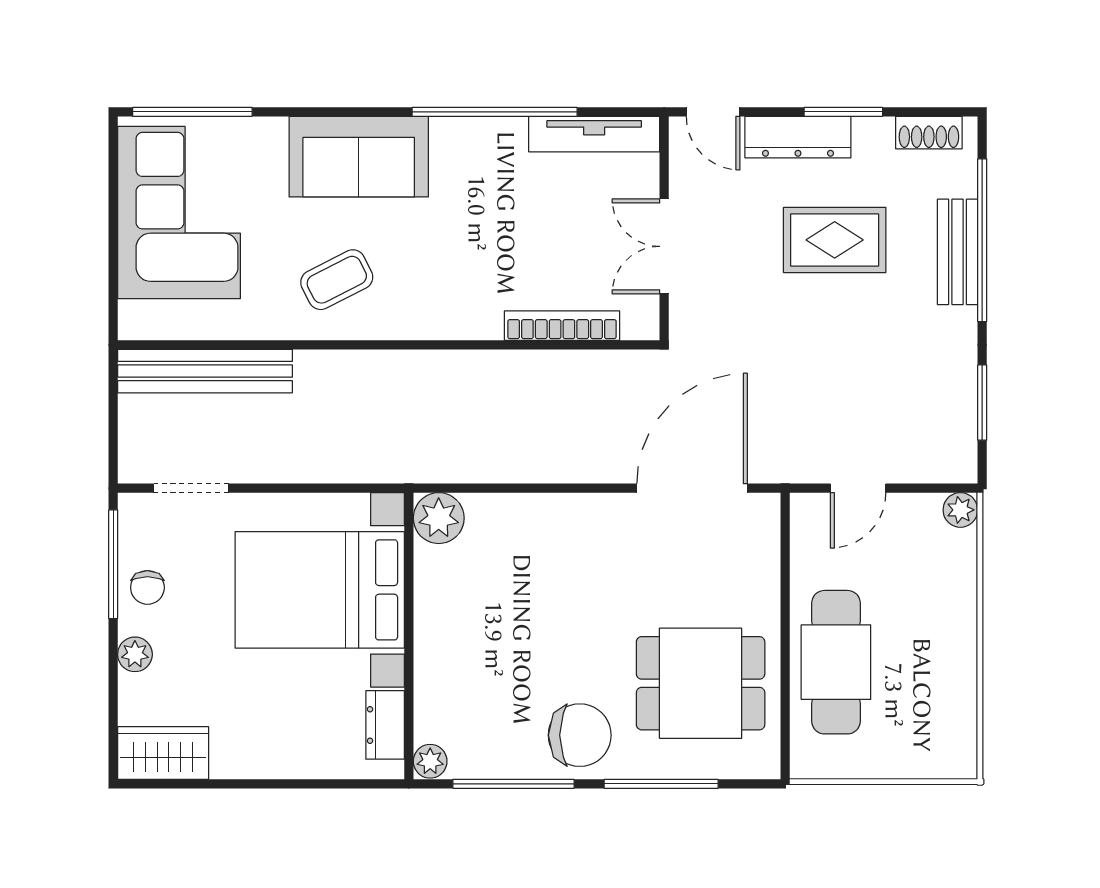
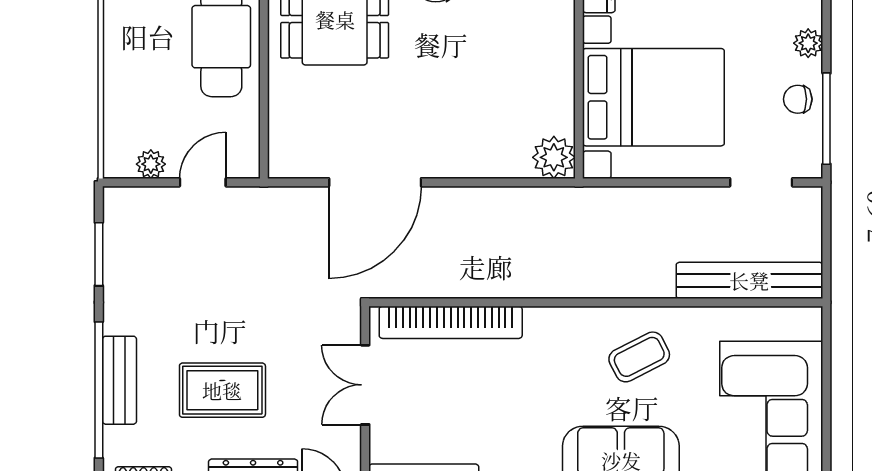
double door: (664, 246) -> (365, 385), swing flipped
bookcase: (562, 326) -> (451, 322), width x1.48, depth x1.31
door: (692, 488) -> (375, 182), moved
plant: (960, 510) -> (151, 164), moved
chair: (147, 587) -> (798, 99), turned -90

